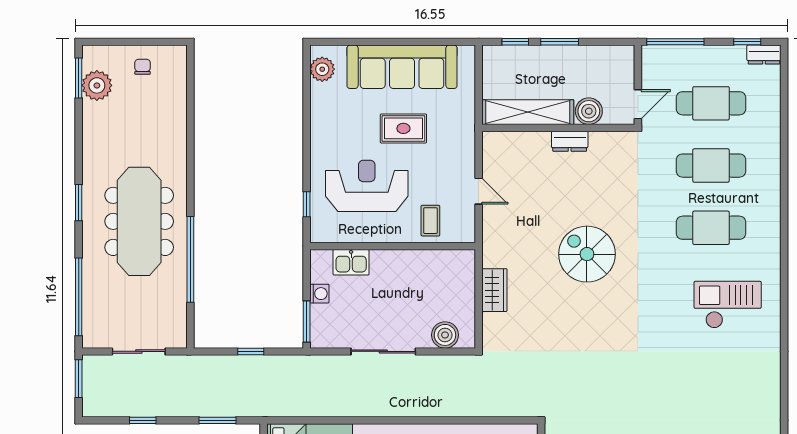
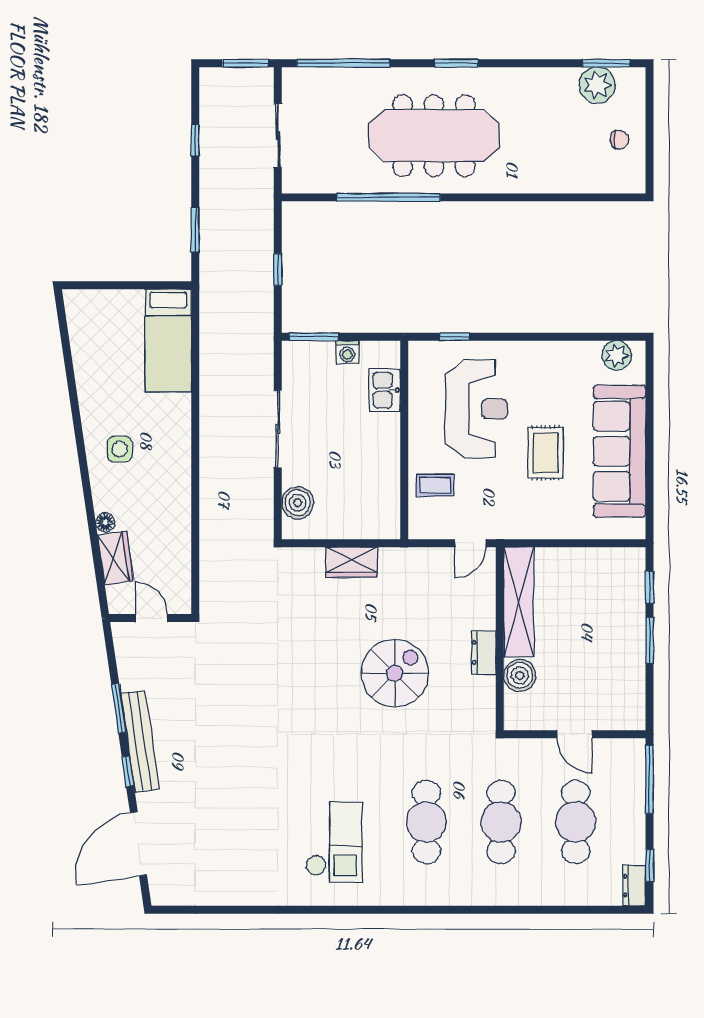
boiler: (589, 111) -> (520, 675), moved
shelving: (528, 112) -> (519, 602), moved
wall: (558, 128) -> (500, 639), moved
dresser: (570, 141) -> (484, 652), moved

